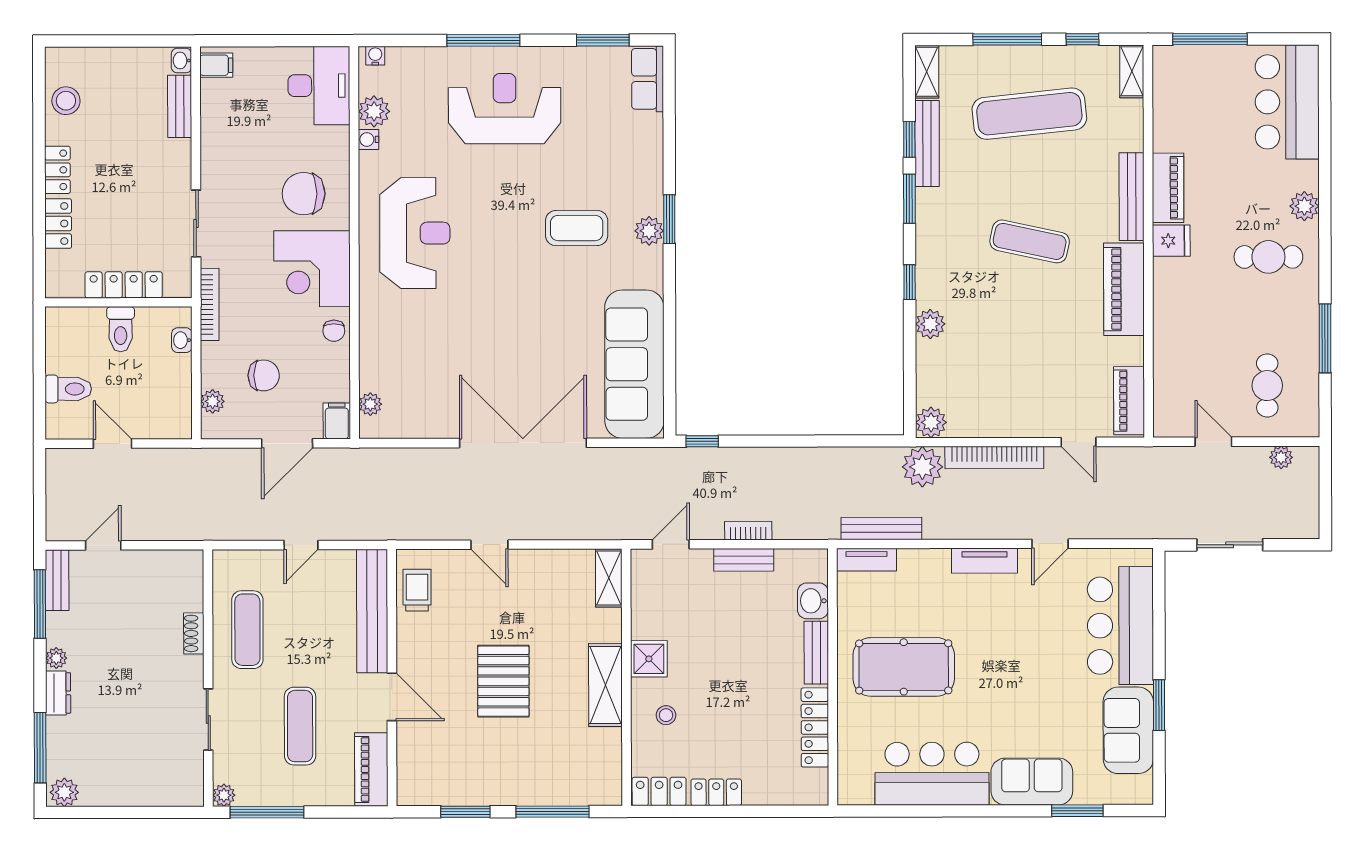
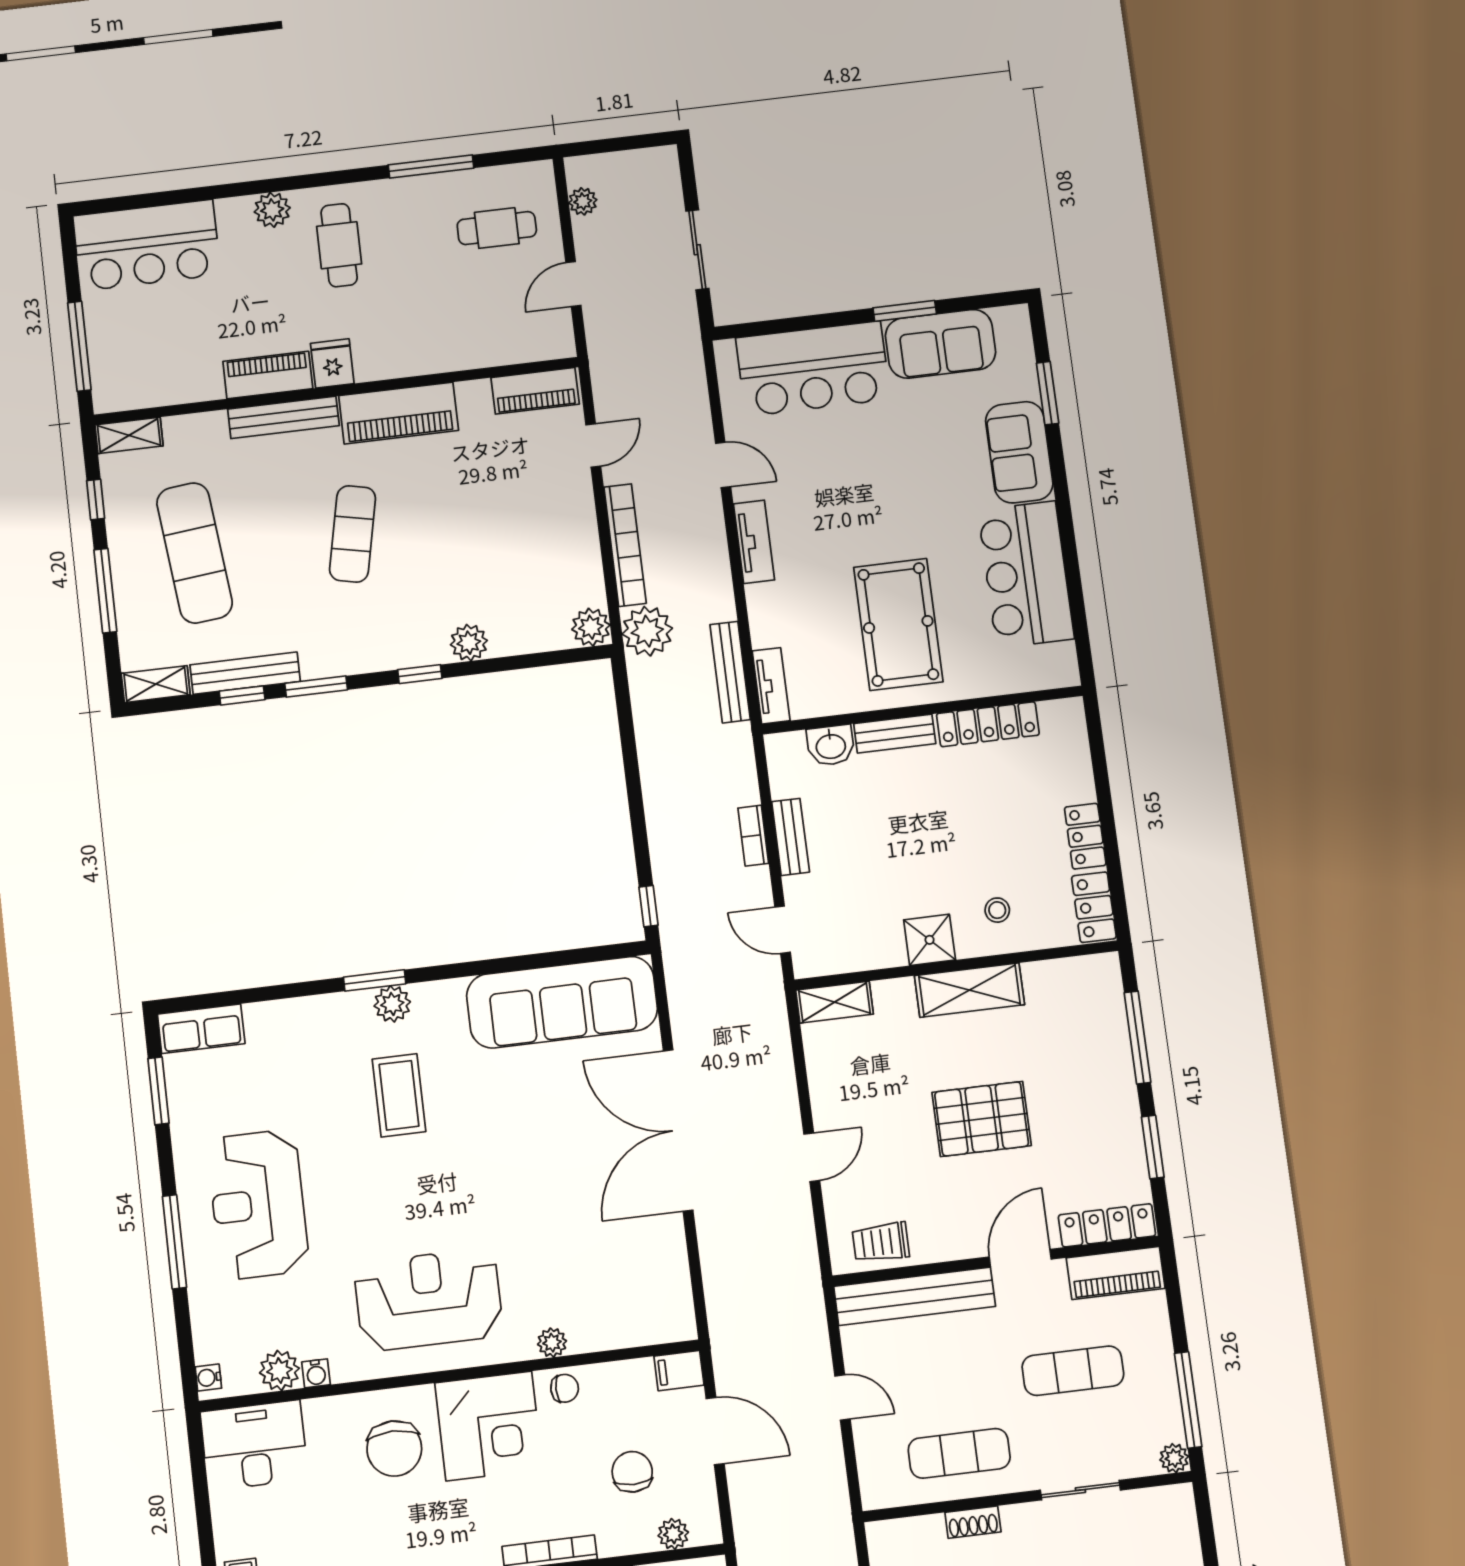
plant: (370, 404) -> (552, 1343), moved
locker: (409, 768) -> (1107, 1225), added

